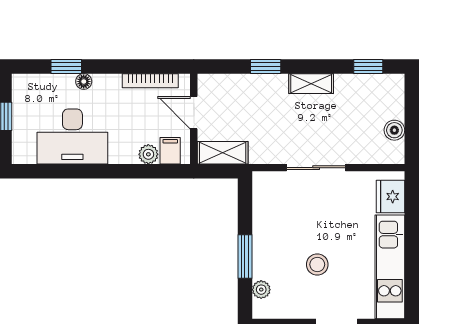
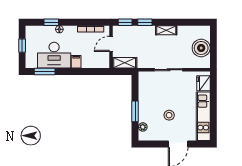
window: (368, 66) -> (125, 22), moved
door: (194, 113) -> (111, 44), hinge flipped
boiler: (394, 130) -> (201, 48), width x1.86, depth x1.86
filing cabinet: (170, 151) -> (76, 62), moved
plant: (148, 154) -> (90, 63), removed
window: (52, 171) -> (45, 71), added

